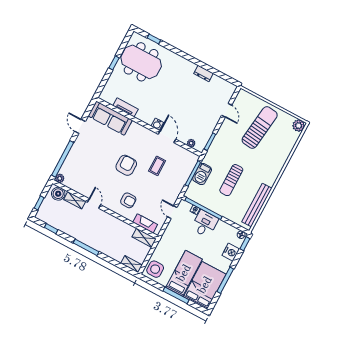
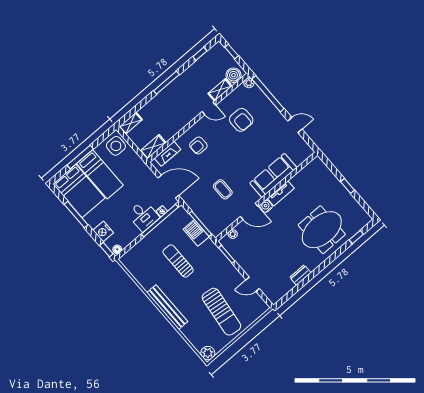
meeting table: (141, 62) -> (322, 230), moved
tv unit: (126, 107) -> (281, 193), moved
sofa: (110, 118) -> (273, 175), moved
armchair: (126, 165) -> (241, 120), moved
bench: (257, 205) -> (167, 307), moved
door: (172, 212) -> (168, 187), width x1.87

